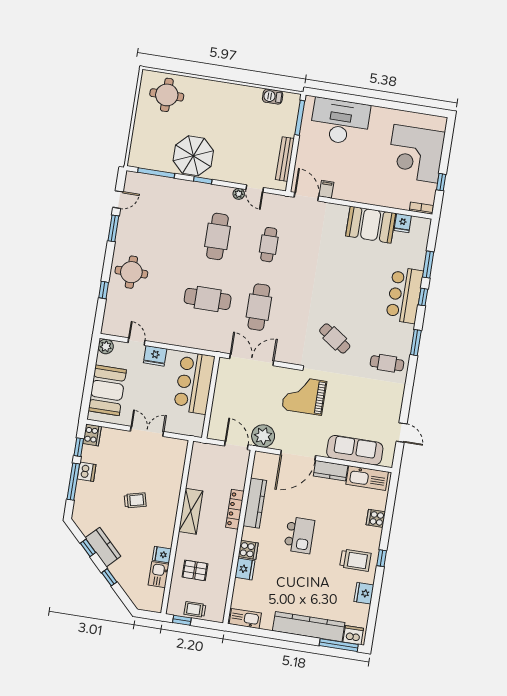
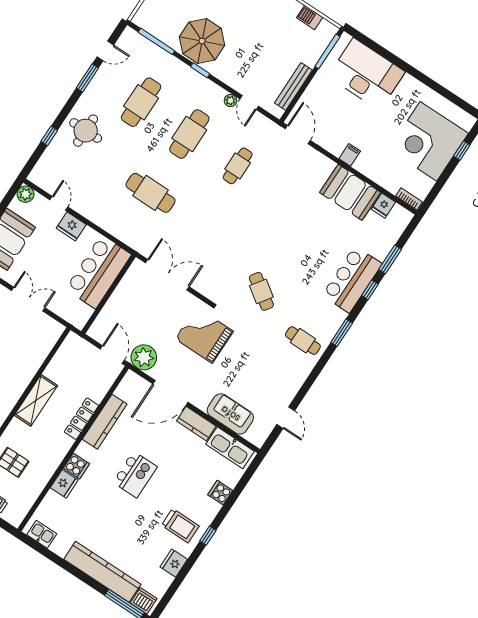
window: (441, 182) -> (462, 151), moved
filing cabinet: (326, 189) -> (350, 155), moved
cafe table: (259, 307) -> (141, 102), moved
sofa: (355, 450) -> (230, 414), width x0.73
kitchen sink: (245, 619) -> (42, 534), width x0.73

